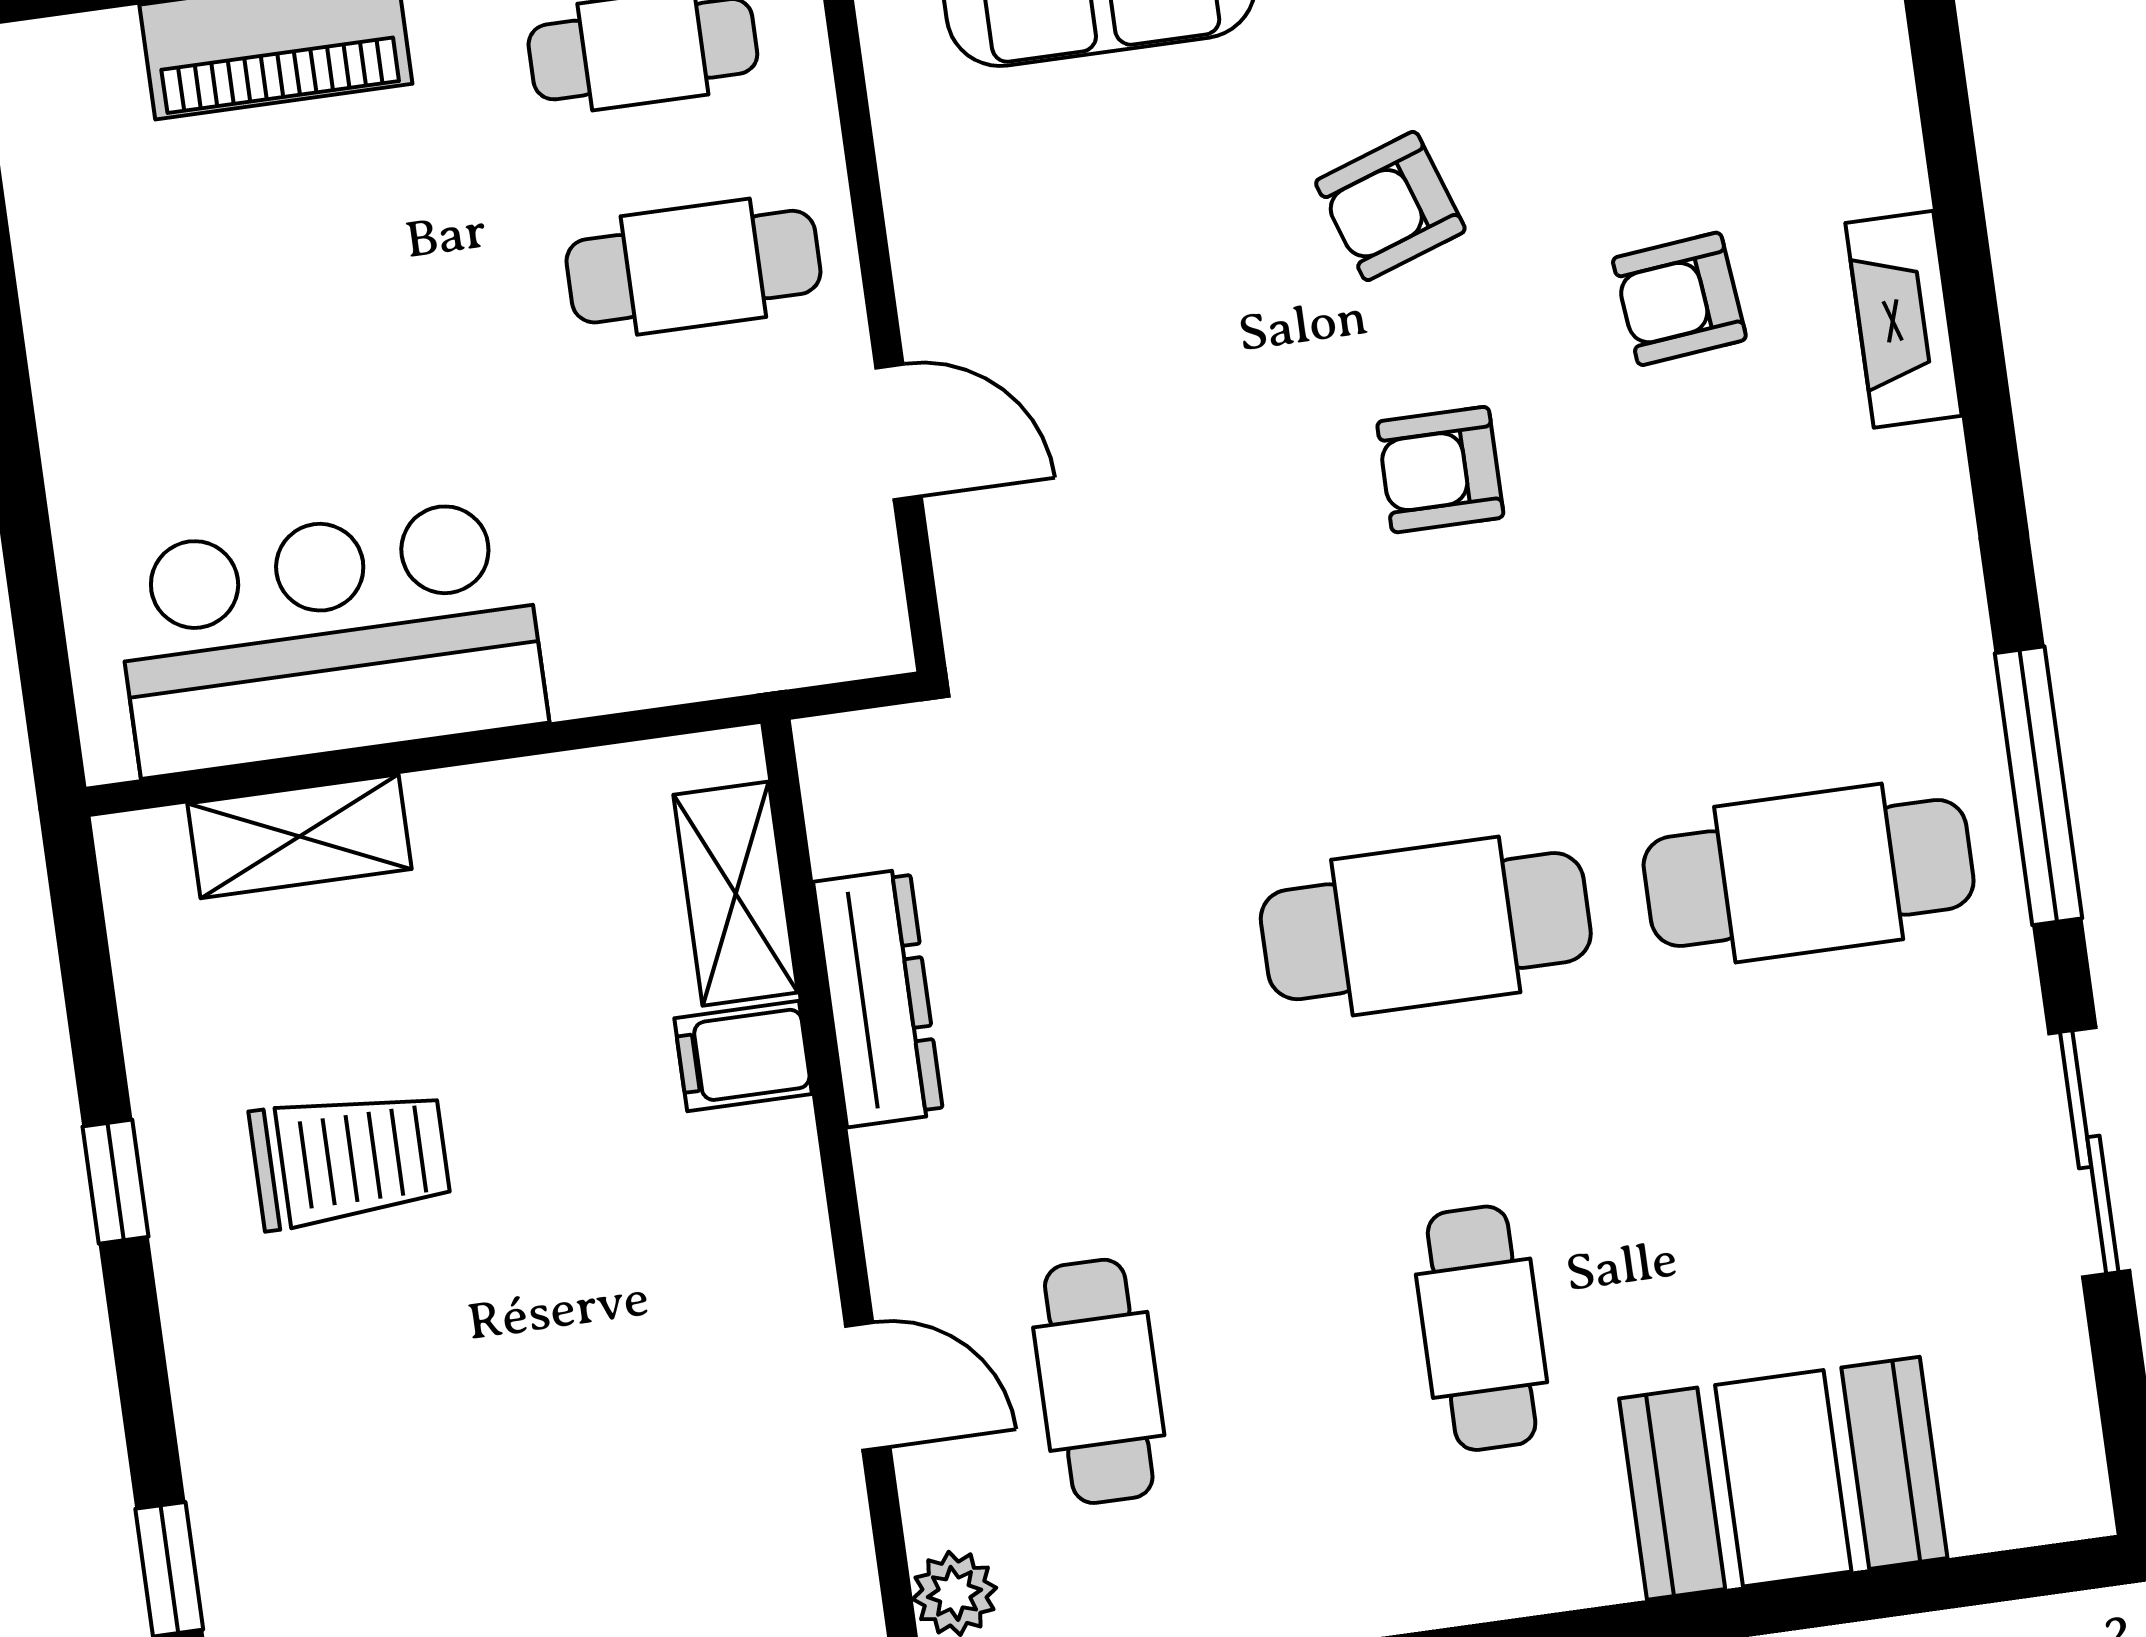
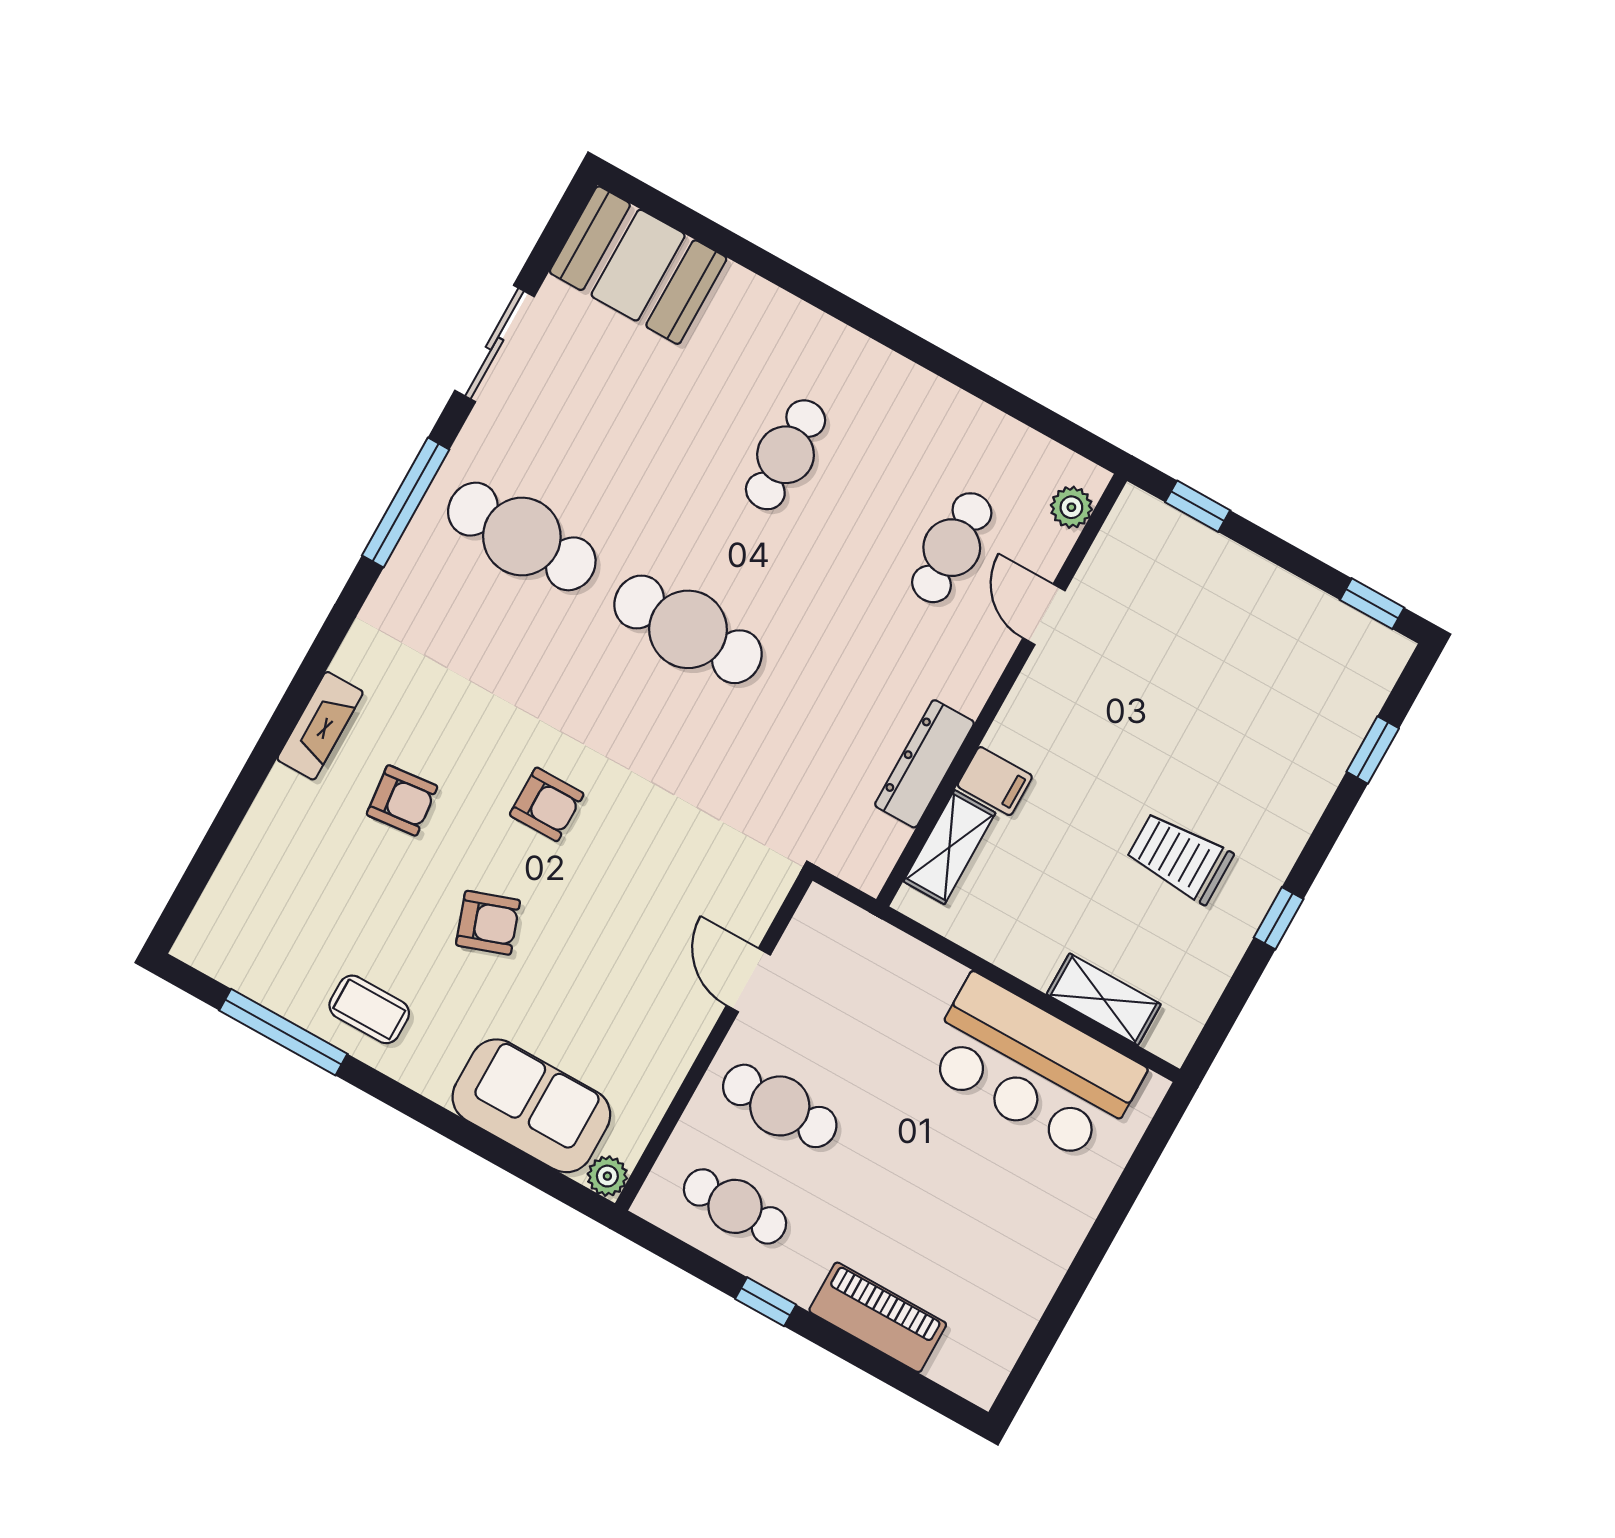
booth: (1783, 1478) -> (638, 265), moved

